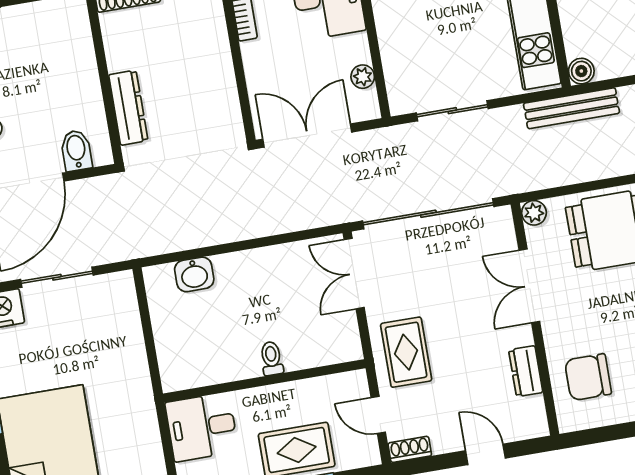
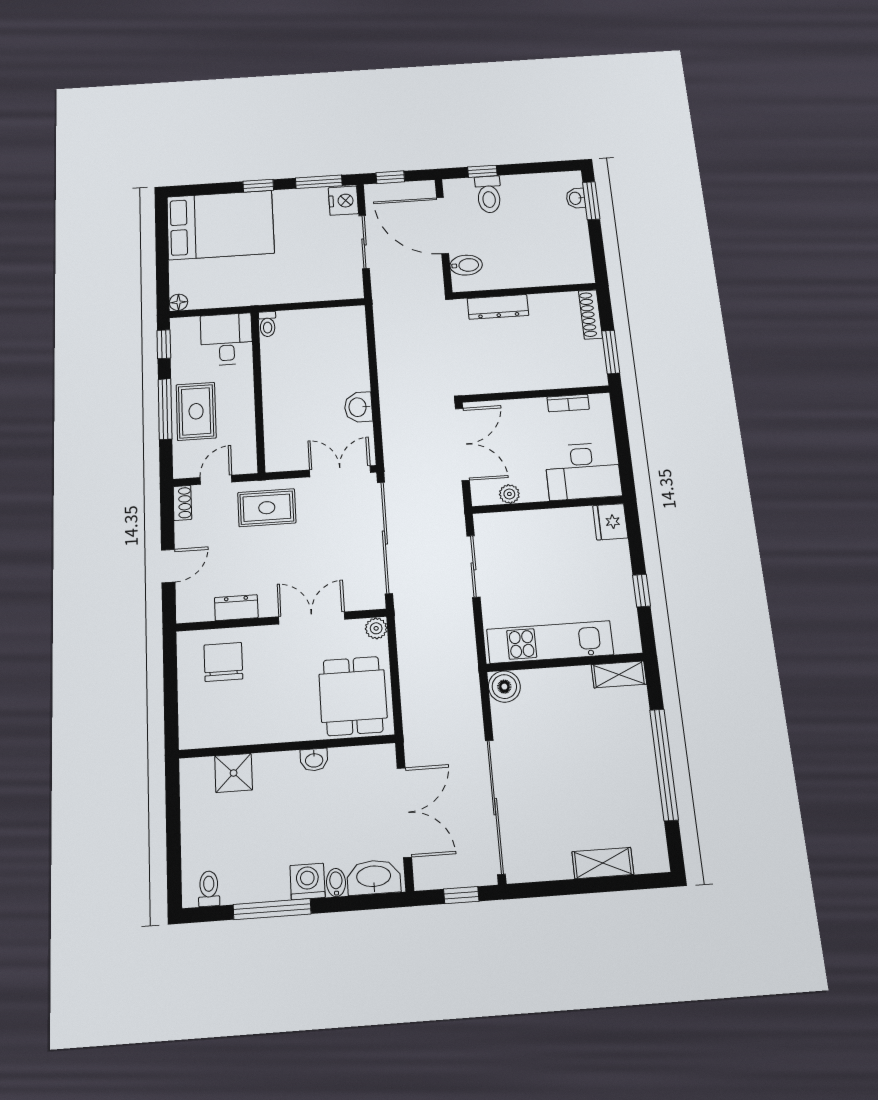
boiler: (581, 71) -> (504, 687), width x1.36, depth x1.36
bench: (571, 108) -> (467, 671), removed
washbasin: (194, 274) -> (358, 407), moved
toilet: (272, 358) -> (267, 324), moved, turned 90

